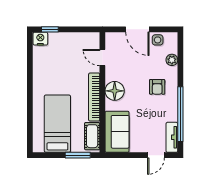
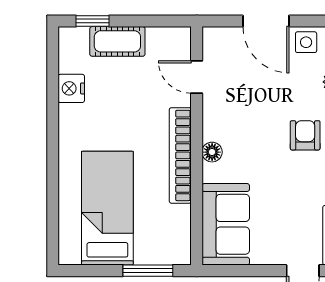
nightstand: (40, 39) -> (71, 88), moved, turned -90
armchair: (157, 87) -> (305, 135), turned 180
floor lamp: (115, 91) -> (212, 152), width x0.53, depth x0.53
cot: (92, 136) -> (117, 41), moved, turned 90

